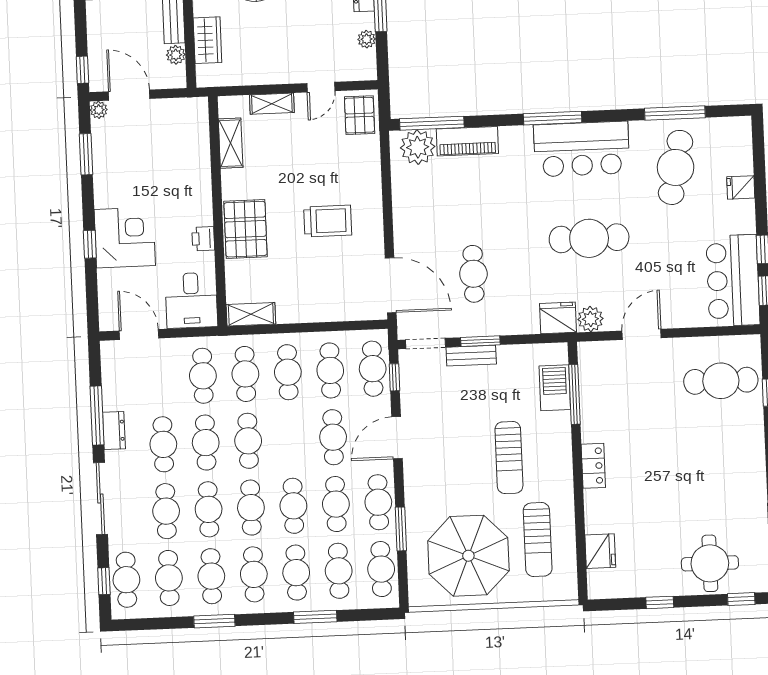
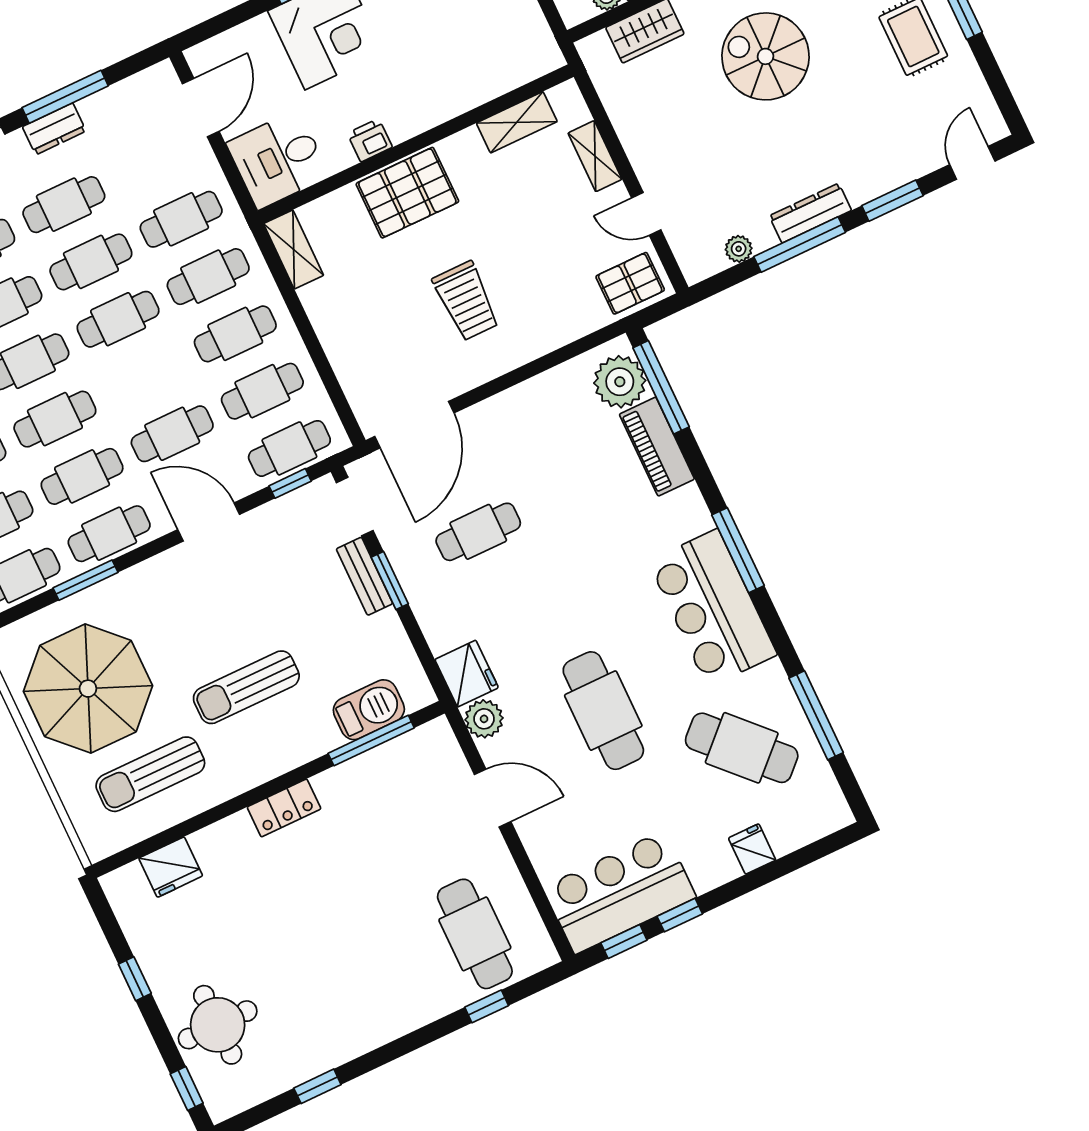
cafe table: (676, 167) -> (742, 748), turned 34
cafe table: (589, 238) -> (603, 711), moved

